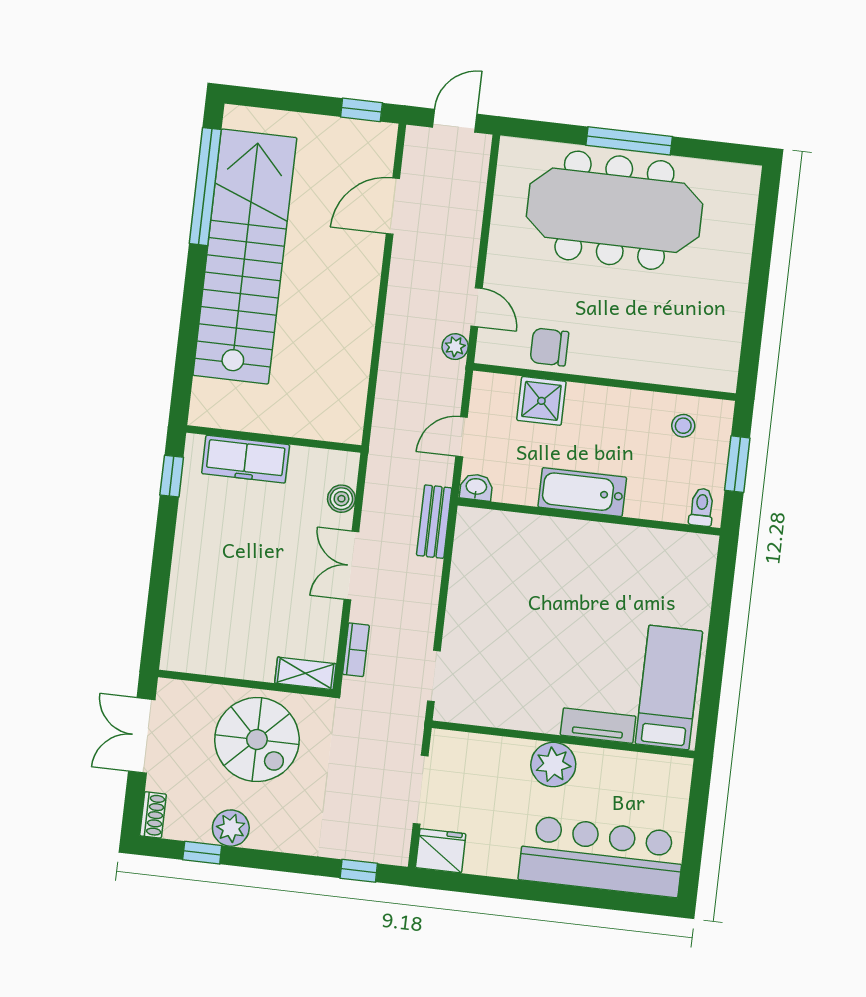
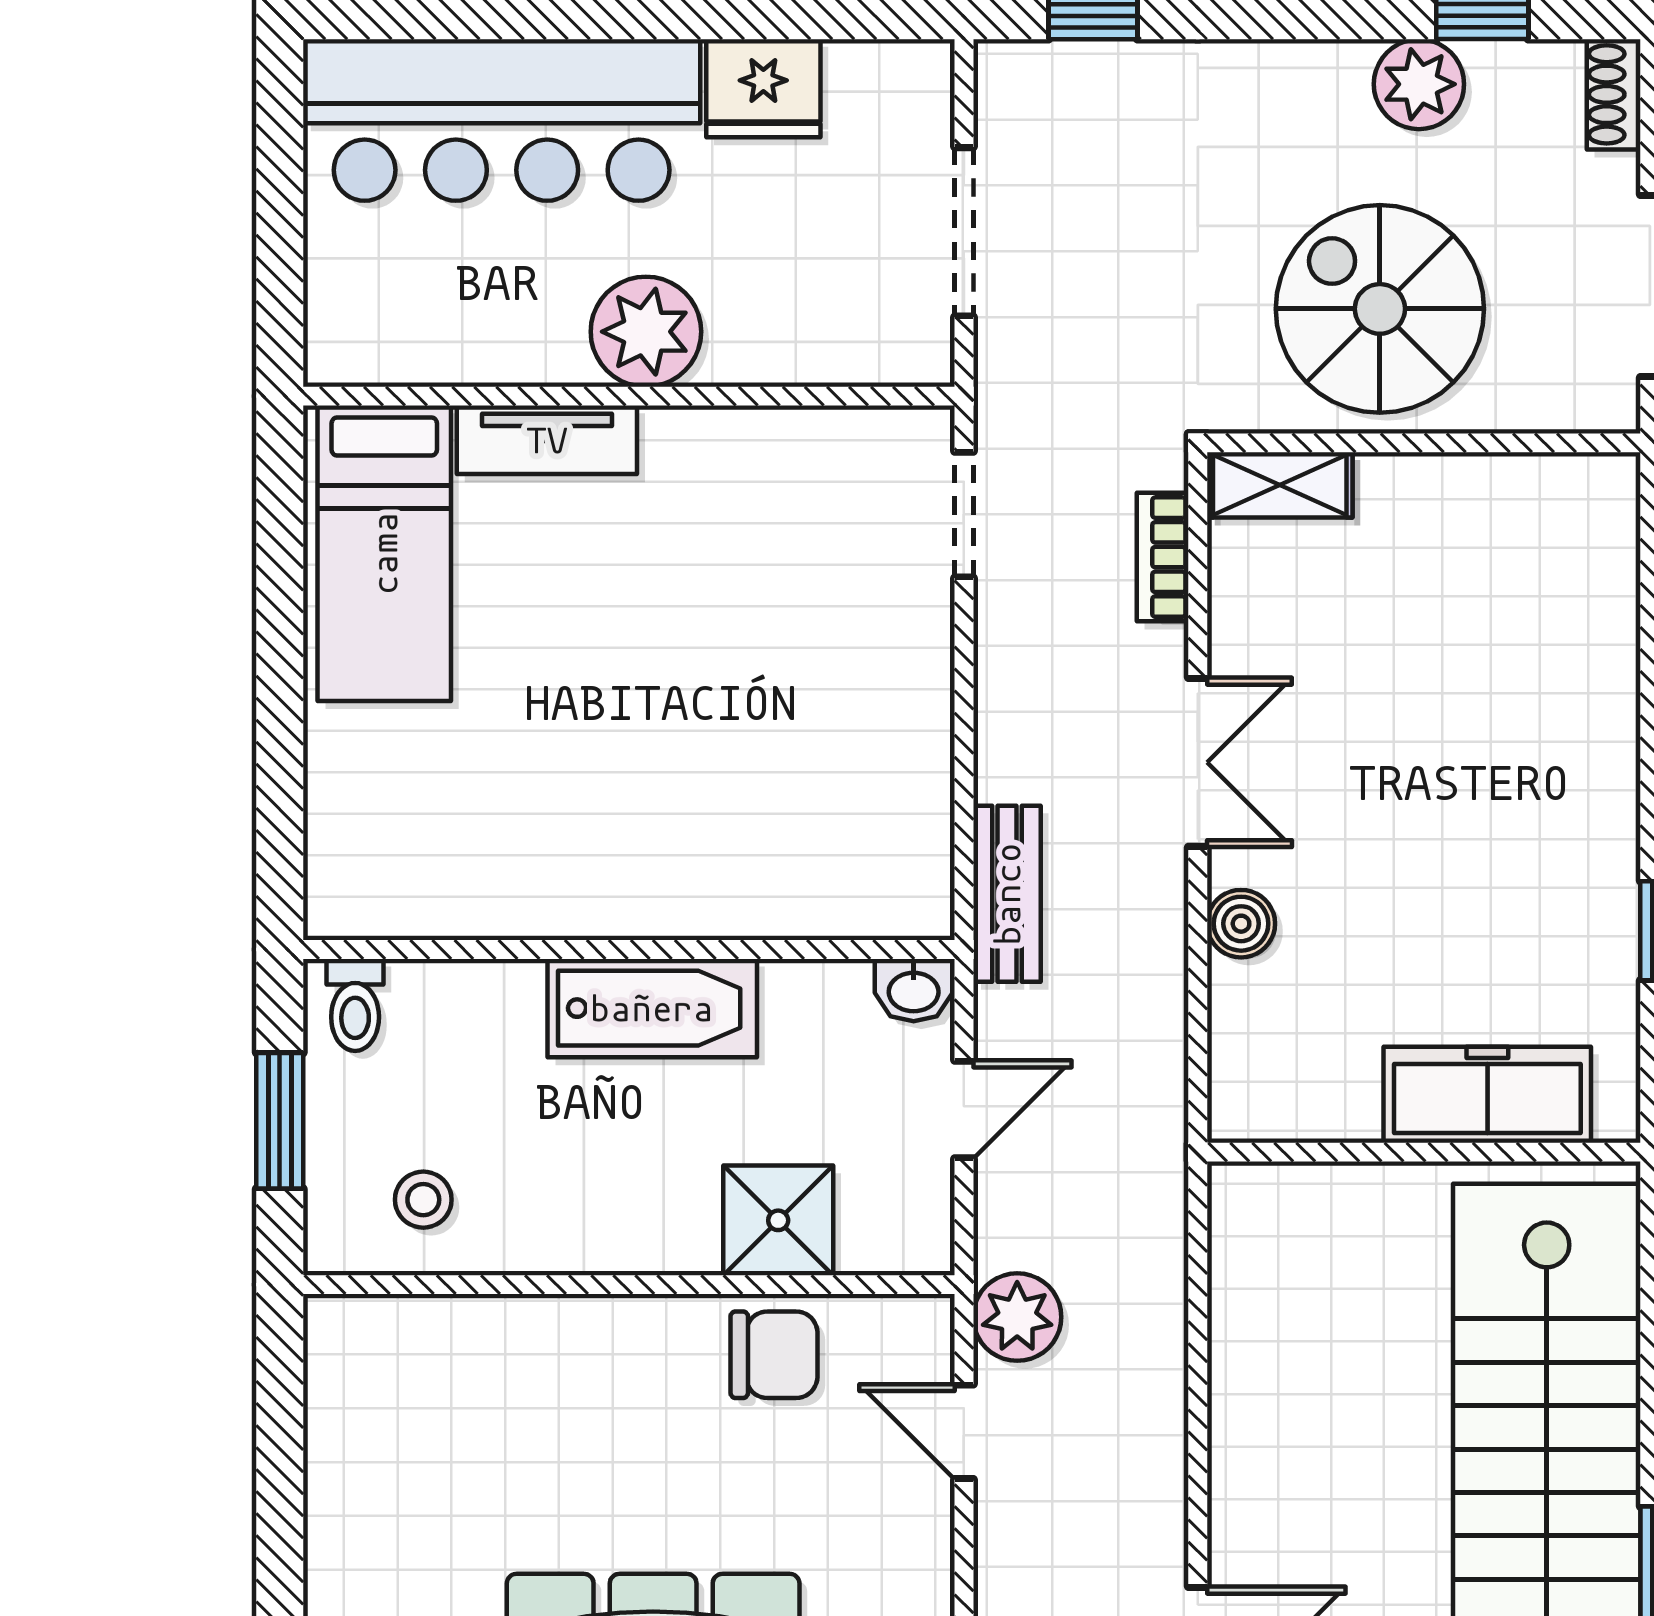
plant: (455, 347) -> (1017, 1317), width x1.38, depth x1.38
wall: (274, 439) -> (1424, 1152), moved
freezer: (246, 459) -> (1487, 1095), moved
fridge: (441, 851) -> (763, 88), moved

